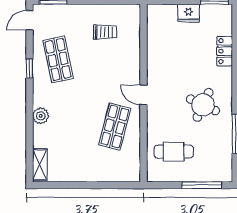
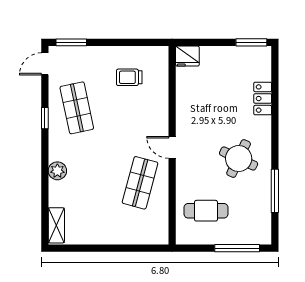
fridge: (189, 13) -> (187, 56), moved
trolley: (105, 32) -> (129, 77), turned 180

